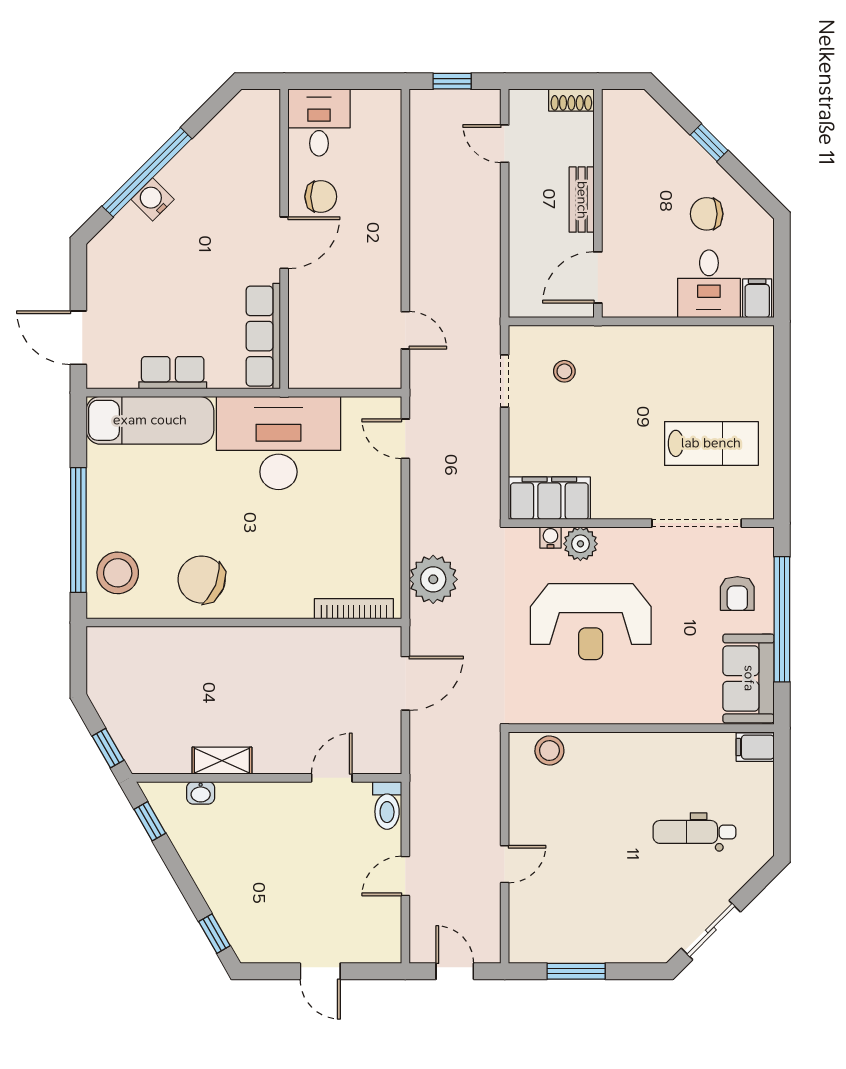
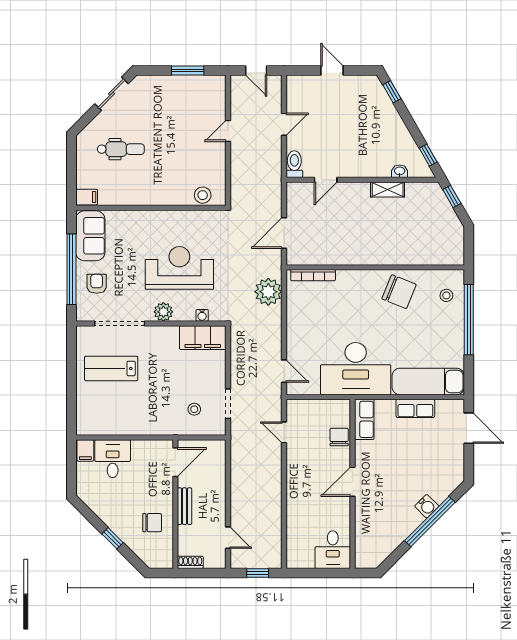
chair: (321, 197) -> (339, 437), moved, turned 90
chair: (707, 214) -> (152, 523), moved
row of seats: (263, 336) -> (364, 419), width x0.68
plant: (580, 544) -> (163, 312), moved
stool: (118, 573) -> (446, 295), width x0.53, depth x0.53

